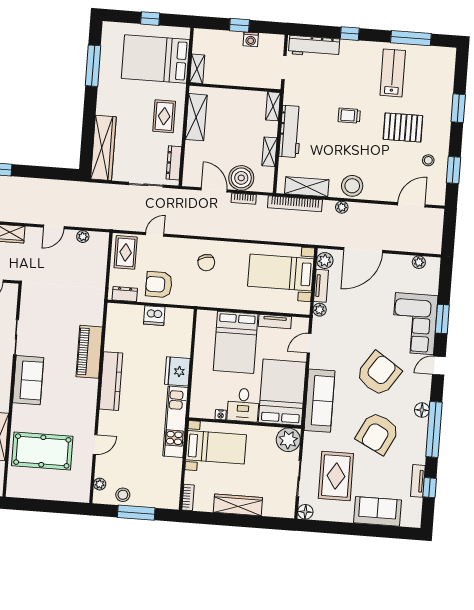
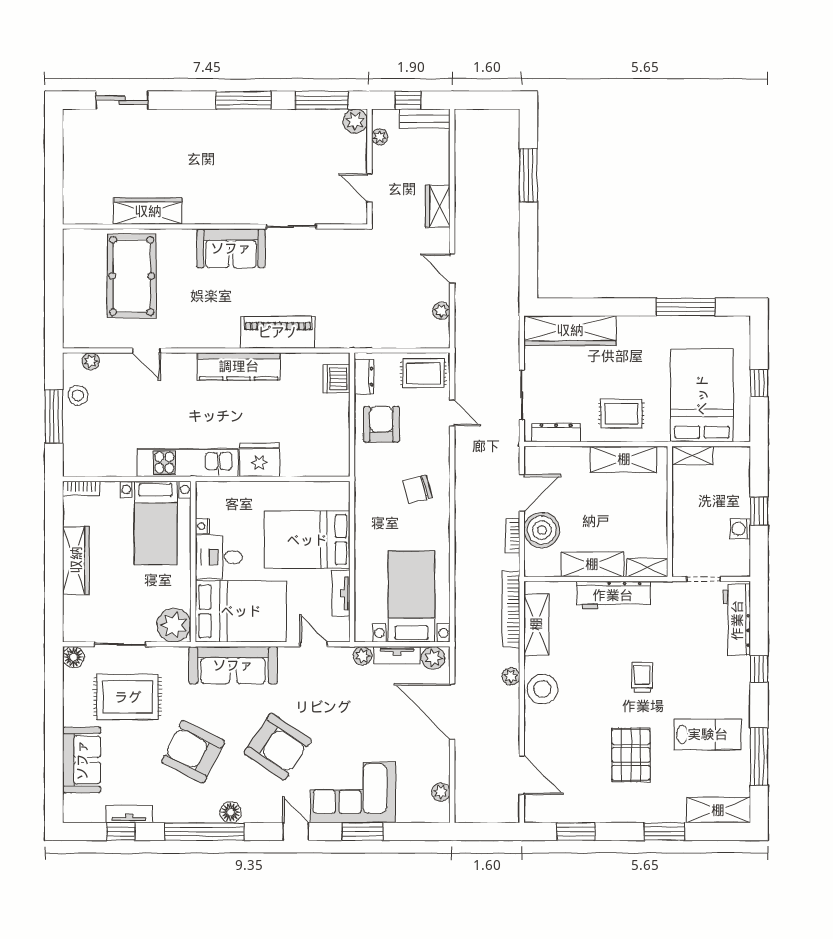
shelving: (446, 69) -> (718, 810), added
shelving: (269, 152) -> (592, 564), width x1.50, depth x1.33
stool: (428, 160) -> (587, 795), removed
dishwasher: (154, 316) -> (336, 379), moved

